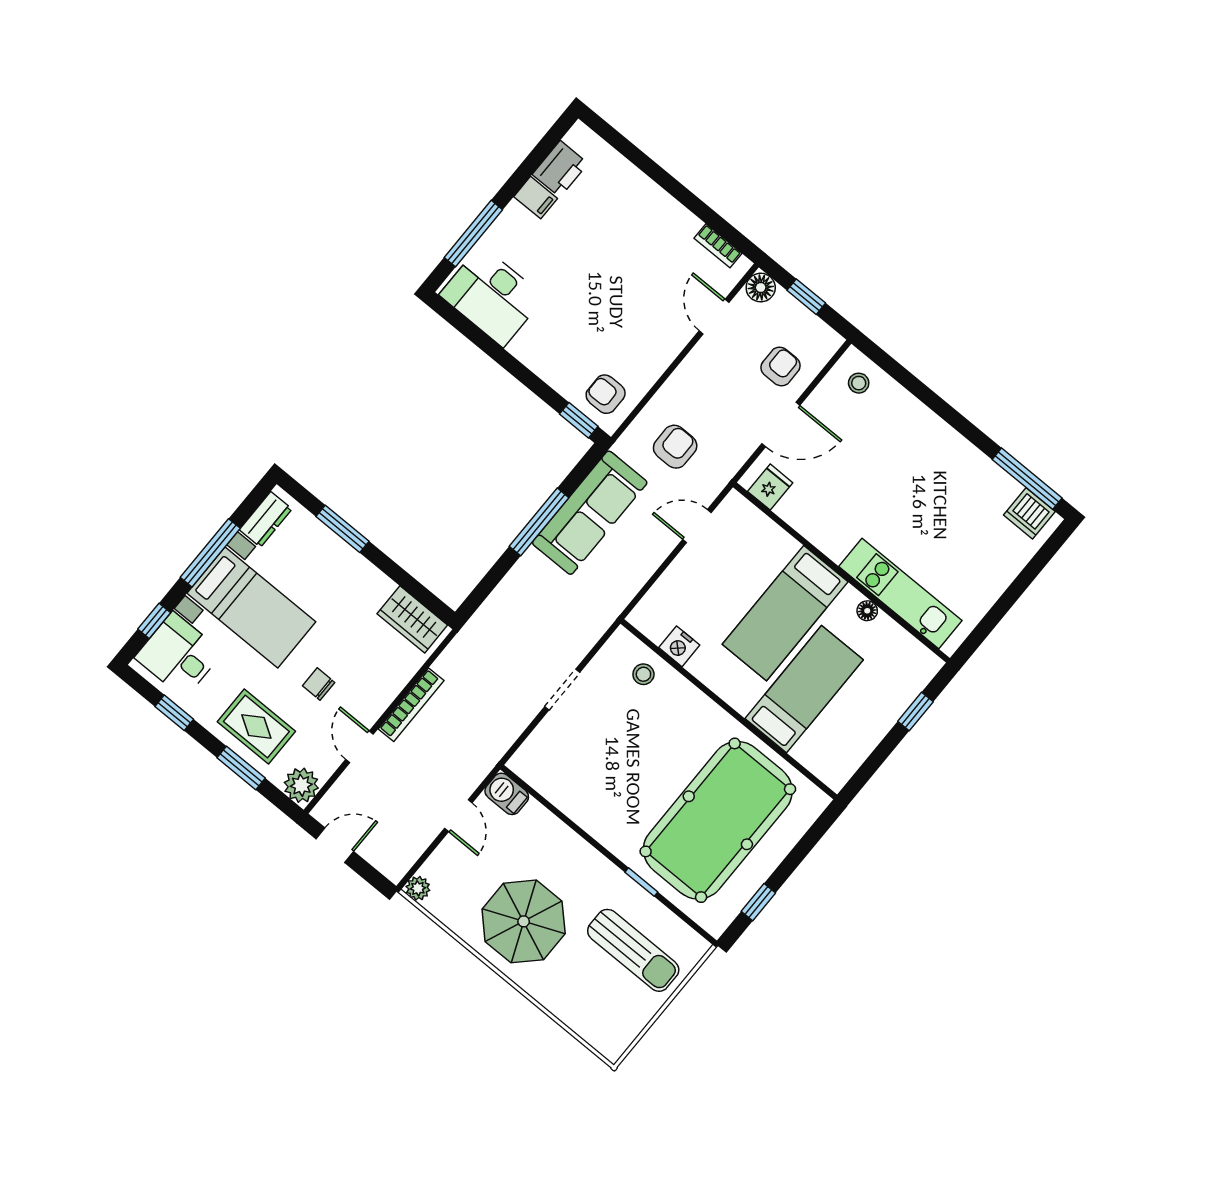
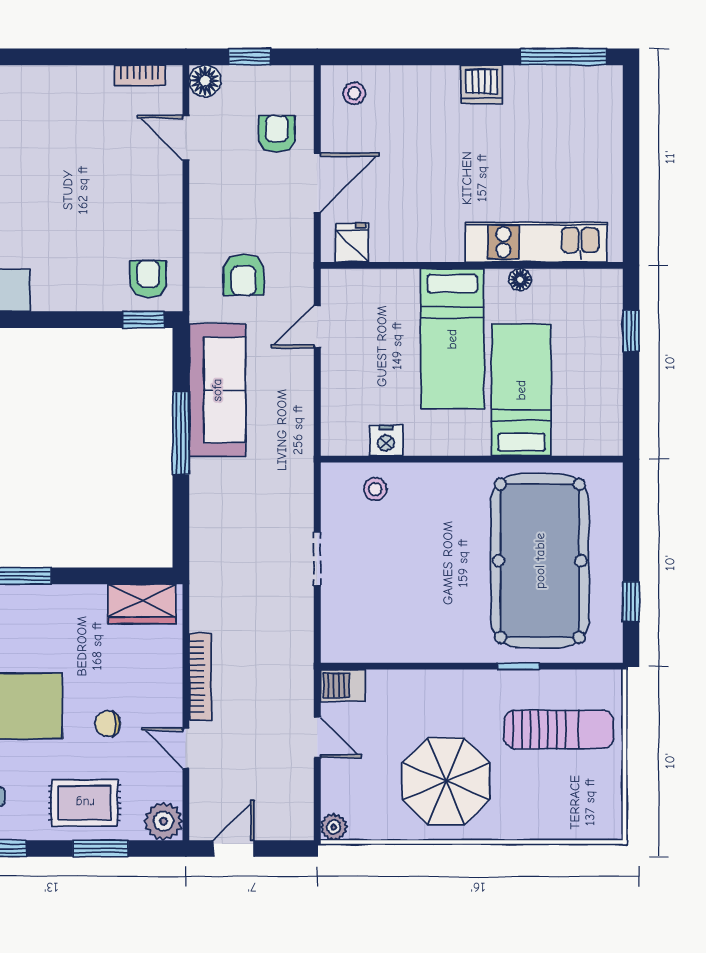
armchair: (606, 394) -> (148, 279), turned 90
armchair: (675, 447) -> (243, 275), turned 180
dishwasher: (1029, 513) -> (482, 84), moved

